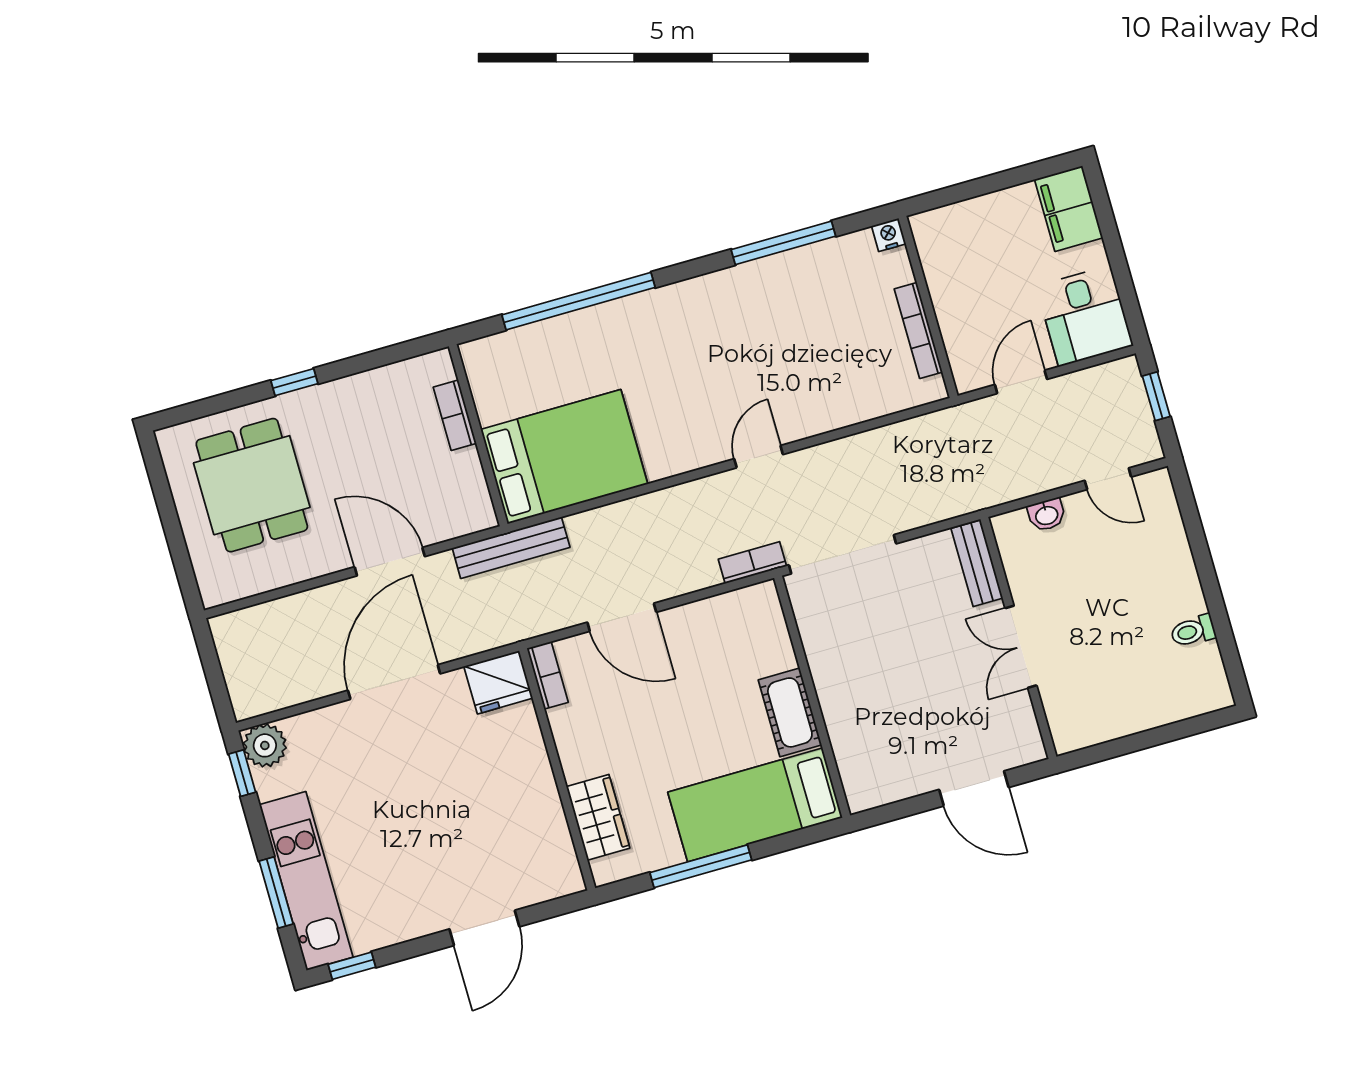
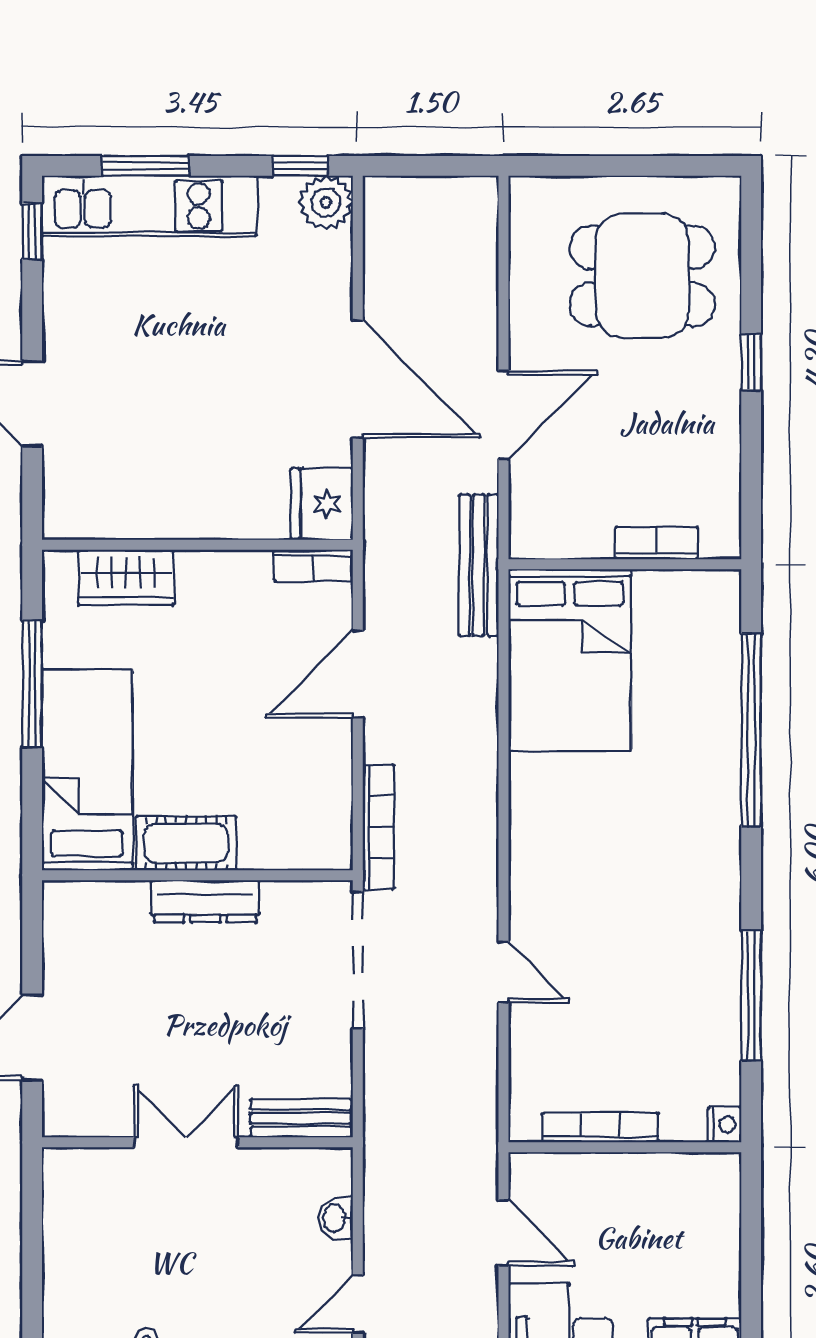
door: (759, 457) -> (503, 972), moved
bookcase: (752, 563) -> (378, 827), width x1.56
dresser: (831, 685) -> (205, 901), added

